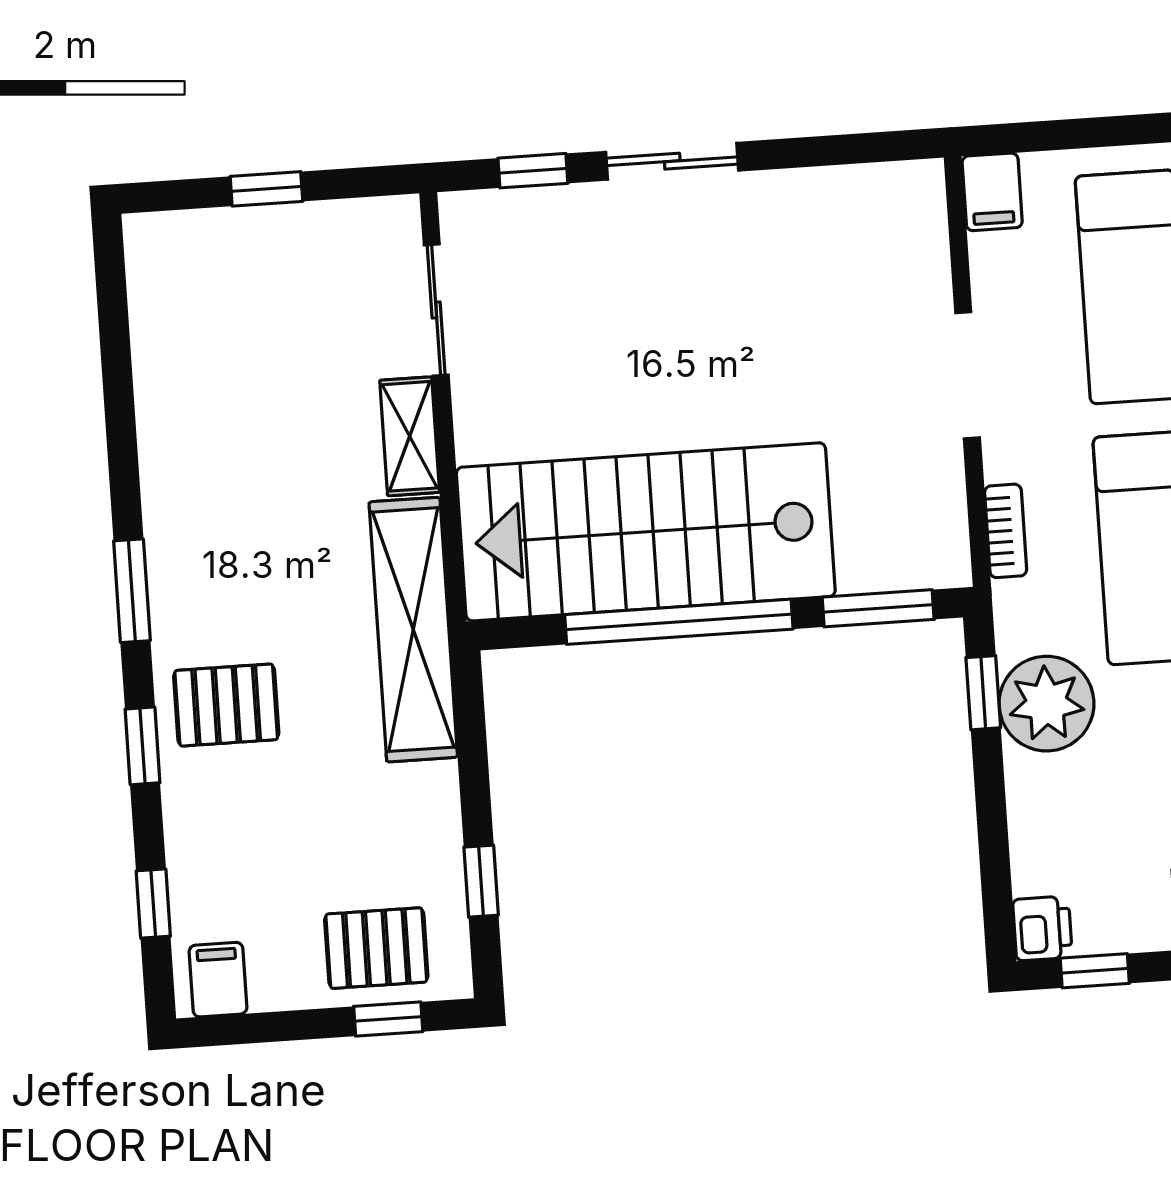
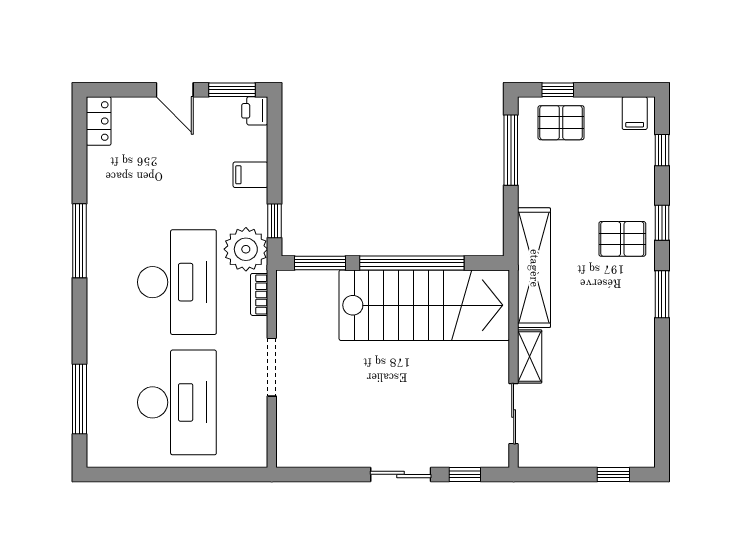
window: (266, 189) -> (613, 474), moved
filing cabinet: (992, 192) -> (250, 175), moved, turned -90
plant: (1047, 704) -> (246, 249), moved
window: (481, 881) -> (511, 150), width x2.17
window: (1095, 971) -> (232, 90), width x1.50

